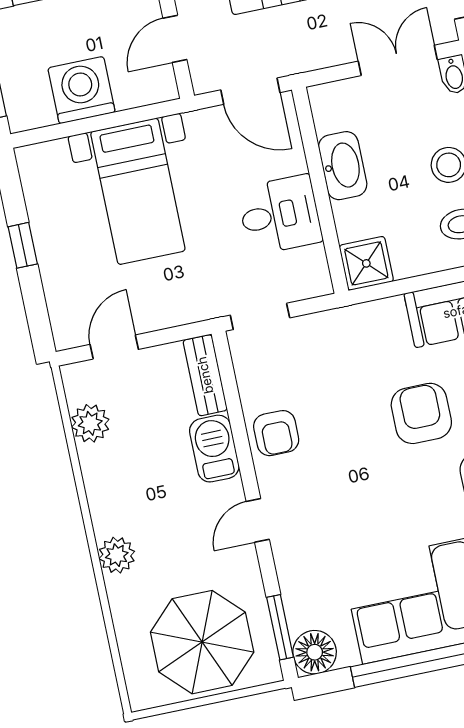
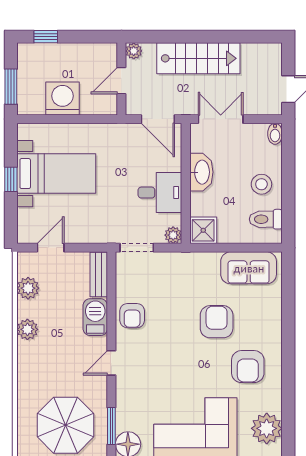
double door: (398, 60) -> (221, 119), moved
bed with nightstands: (138, 191) -> (56, 174), moved, turned -90
plant: (317, 282) -> (173, 235), added
plant: (117, 555) -> (27, 329), moved

